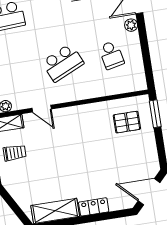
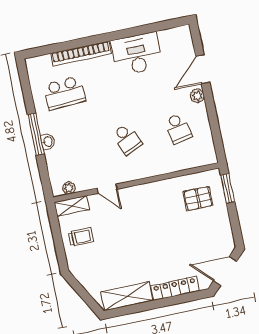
school desk: (63, 63) -> (127, 139), width x0.54
locker: (94, 207) -> (175, 288), width x1.53

